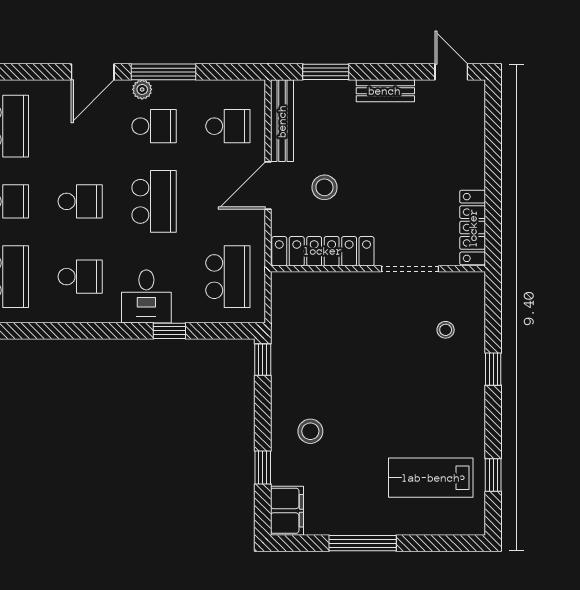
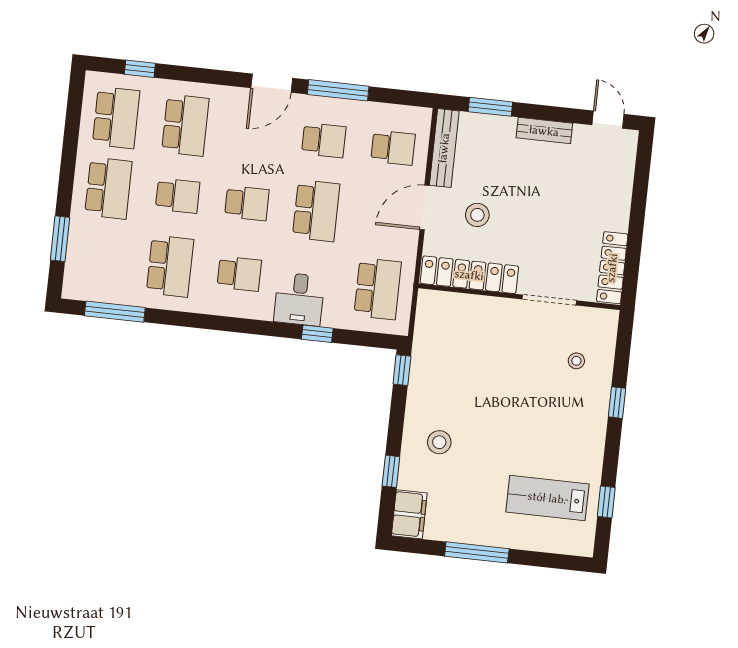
plant: (142, 89) -> (316, 105), removed

